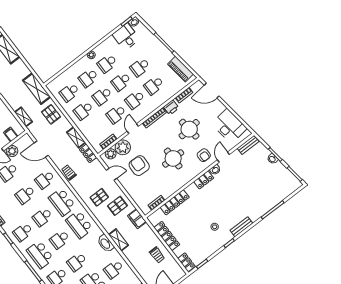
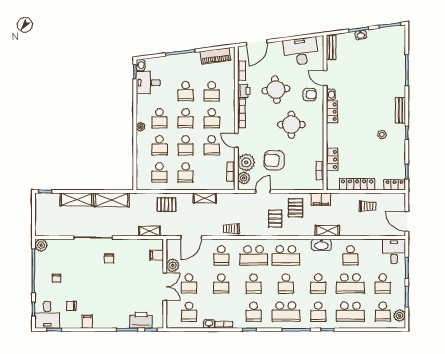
shelving: (37, 89) -> (112, 200), moved
locker: (88, 153) -> (228, 198), removed
locker: (175, 202) -> (332, 160), width x0.66

